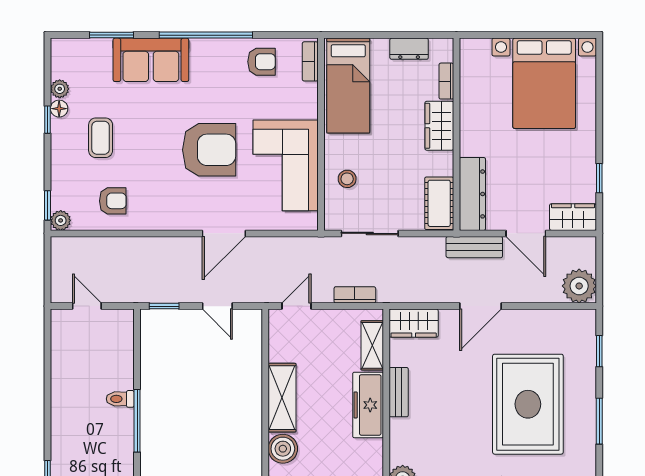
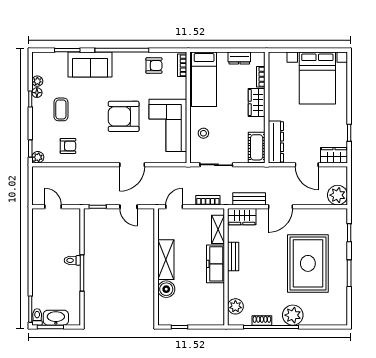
armchair: (209, 150) -> (124, 116), turned 180
bench: (474, 247) -> (249, 199), moved

